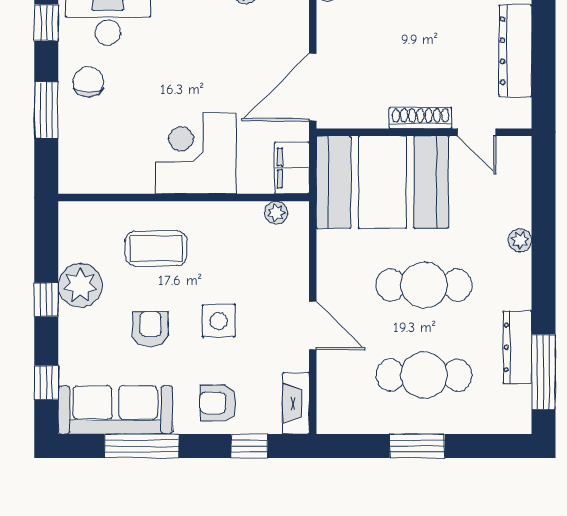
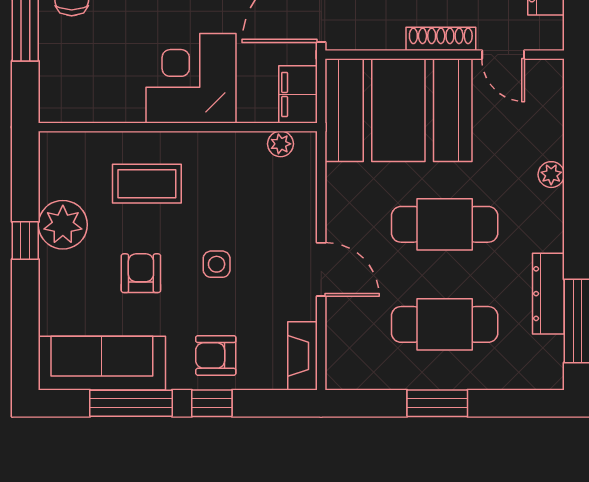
side table: (219, 321) -> (217, 264), width x0.73, depth x0.73
window: (46, 383) -> (25, 333), removed
window: (249, 446) -> (212, 403), moved

